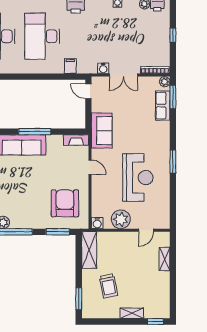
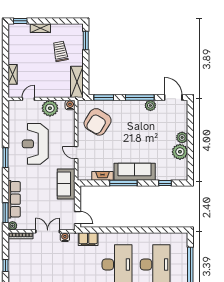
filing cabinet: (70, 66) -> (88, 239), width x2.00
row of seats: (163, 106) -> (14, 199), width x1.48
fireplace: (76, 140) -> (103, 176), moved
armchair: (65, 203) -> (98, 122), turned 32

